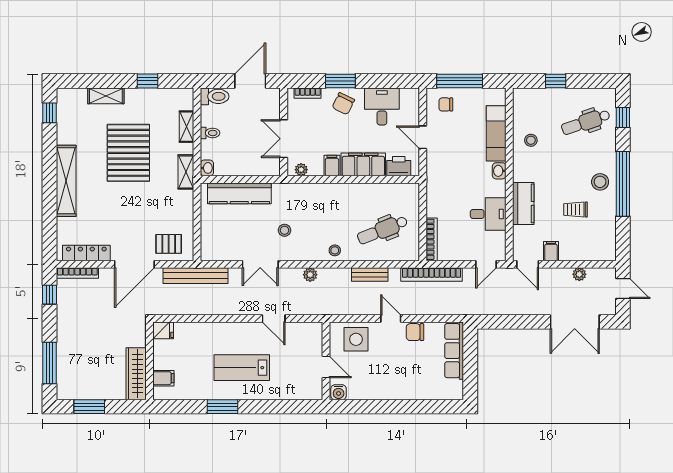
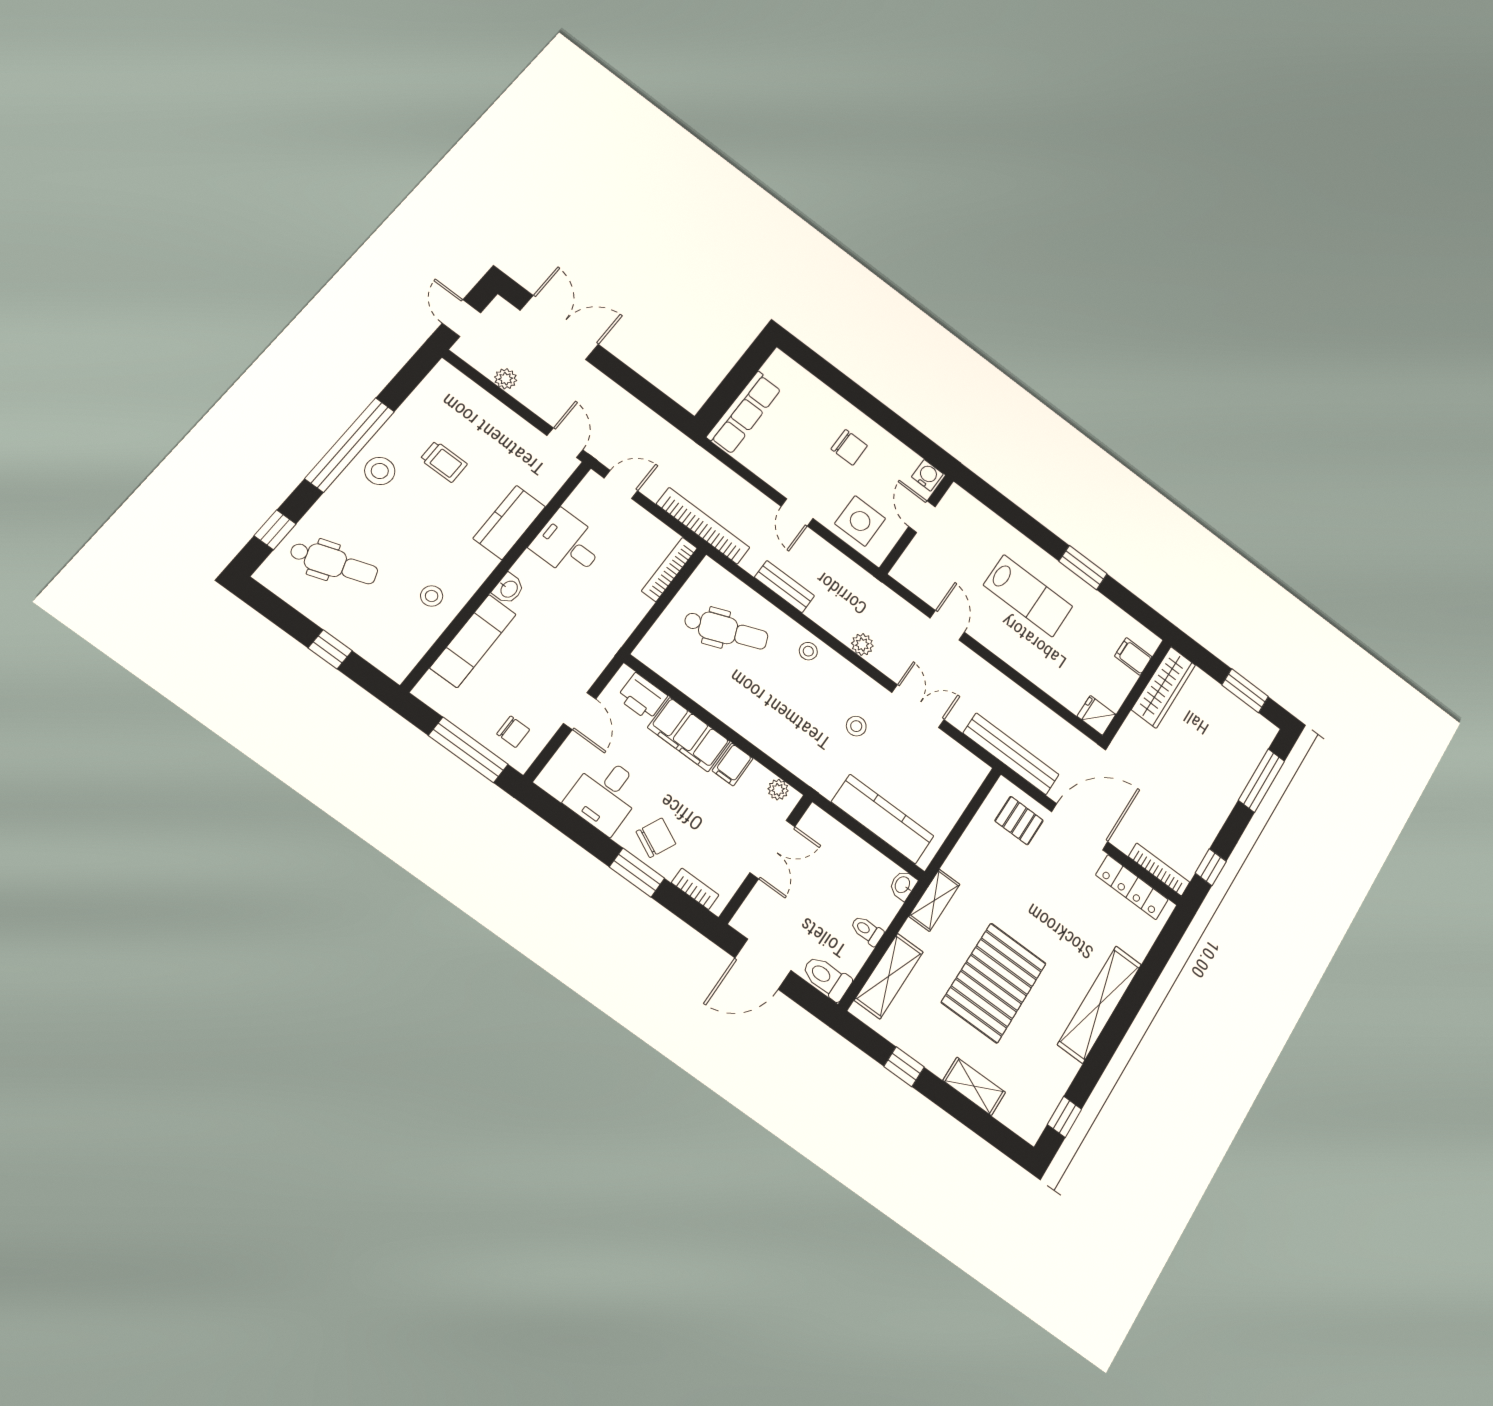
shelving: (187, 127) -> (889, 976), width x1.50, depth x1.33
filing cabinet: (551, 251) -> (520, 435), removed
chair: (415, 332) -> (849, 447), moved

